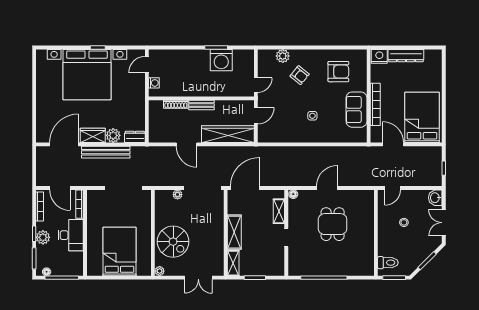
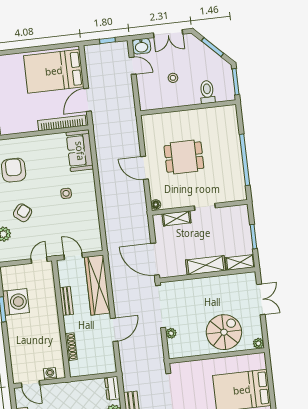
door: (256, 85) -> (39, 260), hinge flipped
bookcase: (375, 104) -> (62, 123), moved
bench: (202, 105) -> (66, 301), moved
sofa: (356, 110) -> (80, 151), moved, turned 90
door: (393, 188) -> (133, 66), moved
toilet: (388, 263) -> (207, 92), moved

